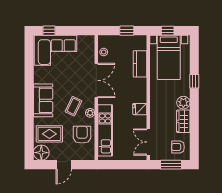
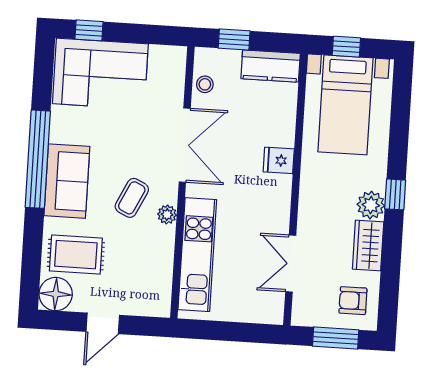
window: (127, 31) -> (234, 40), moved
kitchen counter: (140, 64) -> (271, 66), moved, turned -90
window: (194, 81) -> (395, 194), moved
window: (29, 91) -> (38, 159), added
fridge: (140, 109) -> (279, 160), moved
armchair: (82, 135) -> (146, 261), removed
double door: (148, 142) -> (291, 264), moved

